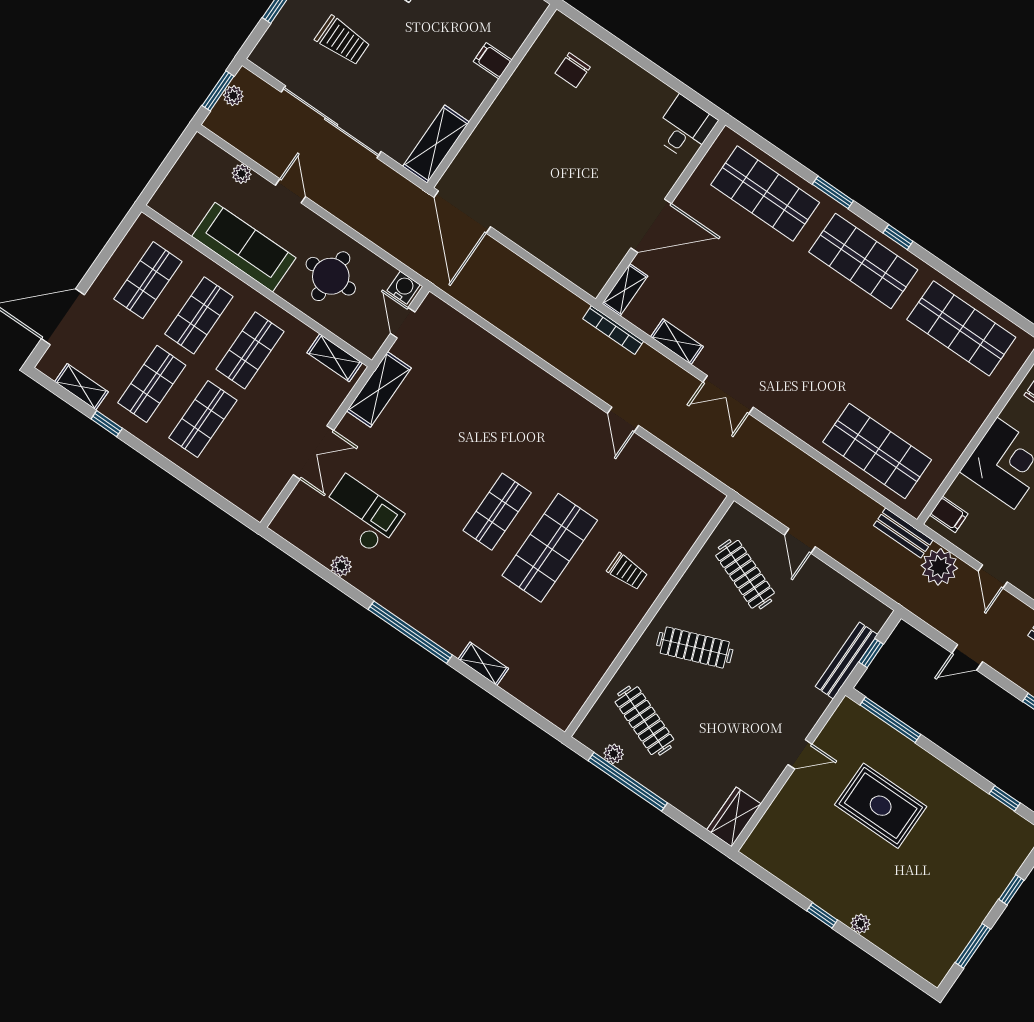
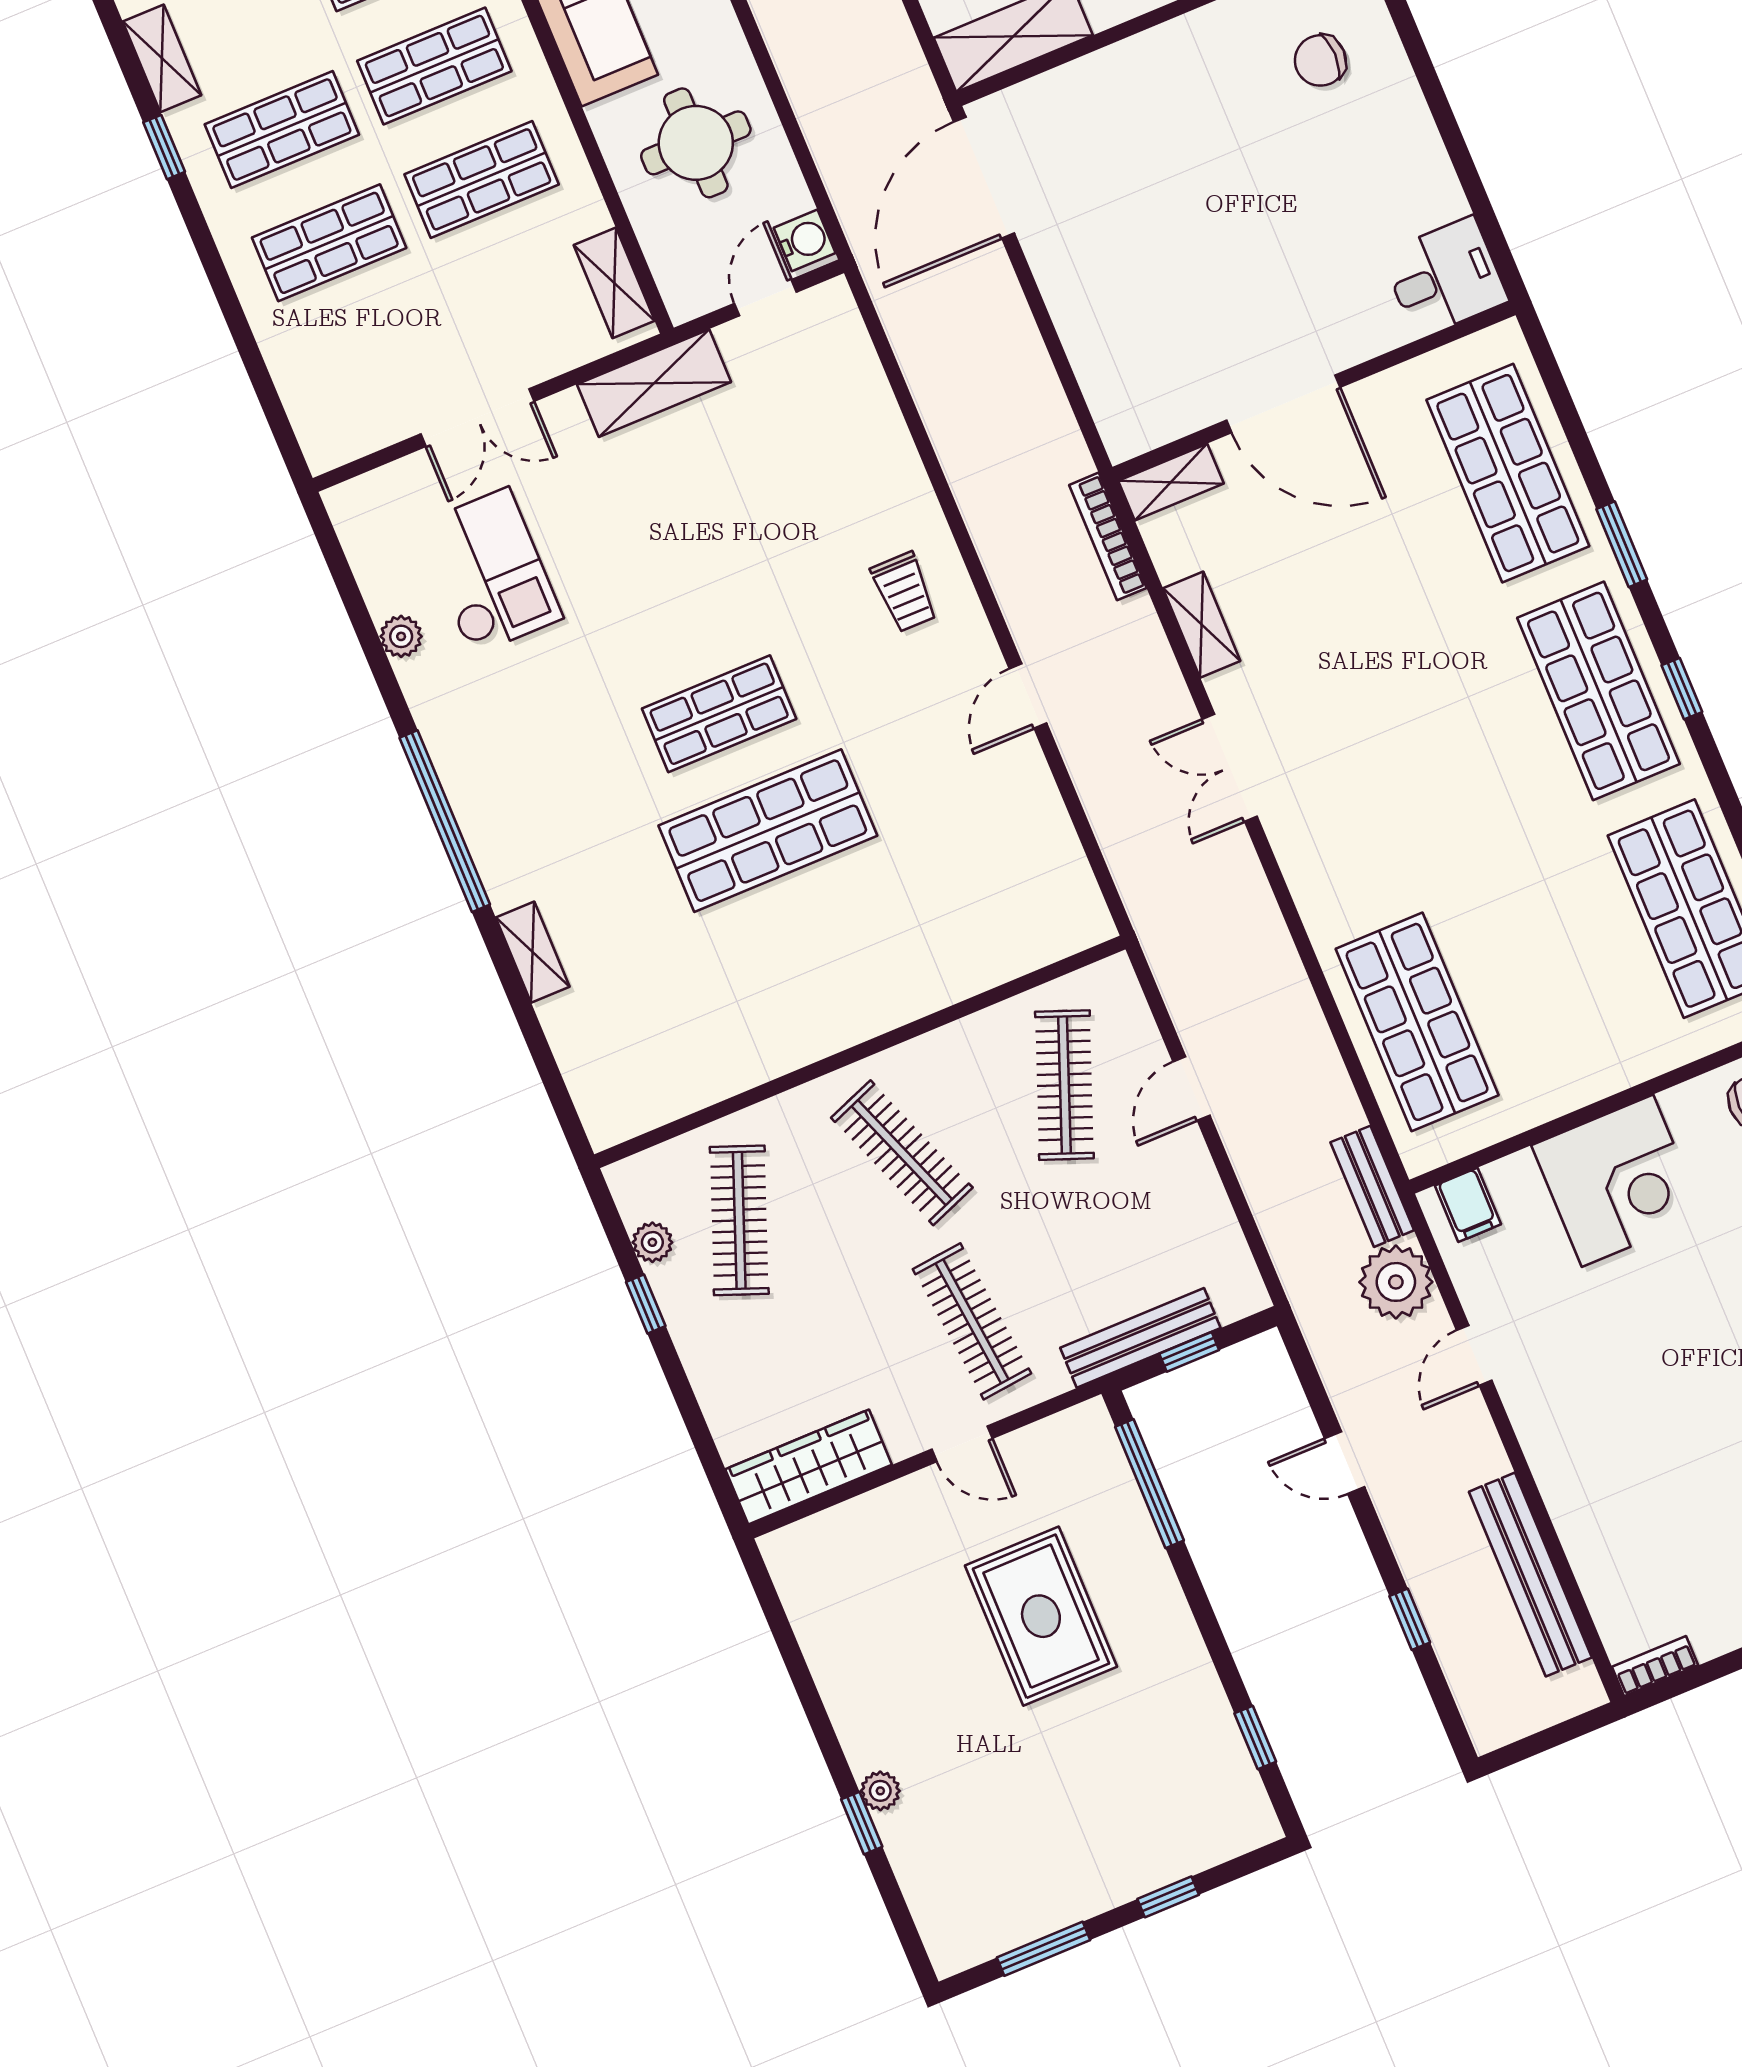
trolley: (627, 572) -> (904, 592), moved
clothes rail: (771, 700) -> (972, 1321), added
window: (628, 782) -> (646, 1304), width x0.32
wardrobe: (734, 817) -> (809, 1467), width x1.50
window: (822, 915) -> (862, 1823), moved

